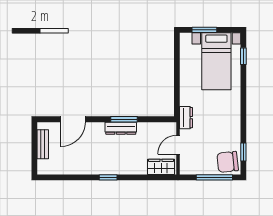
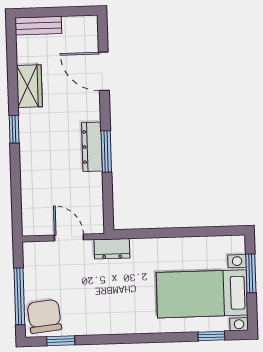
bench: (43, 144) -> (38, 26), moved
wardrobe: (161, 167) -> (29, 86), moved

